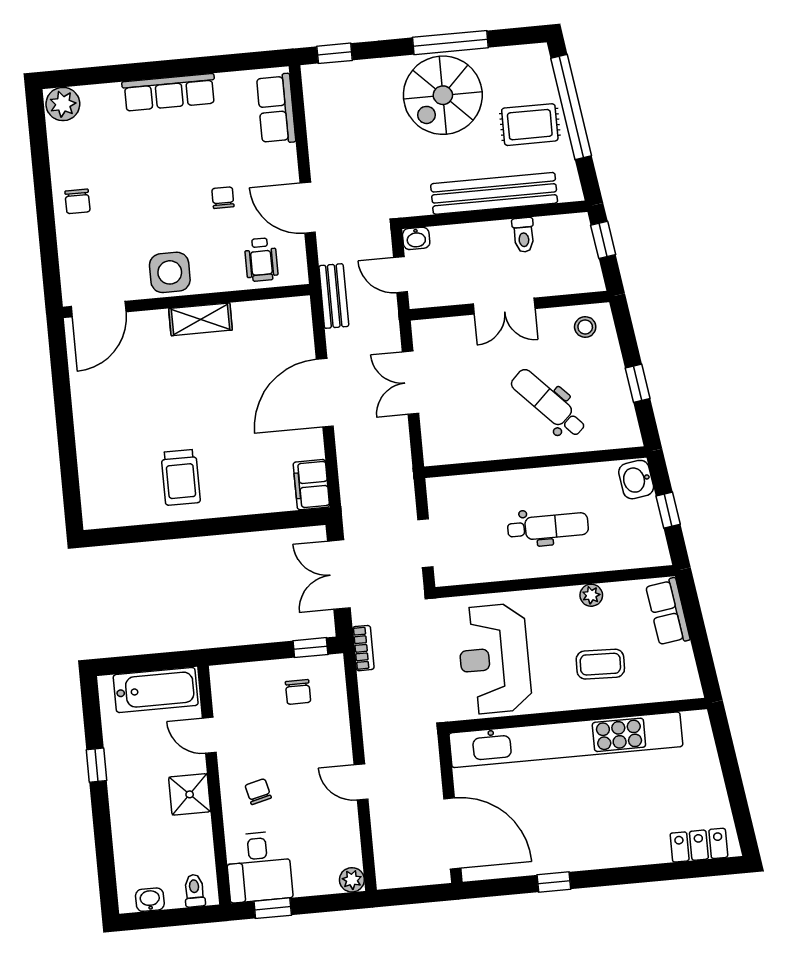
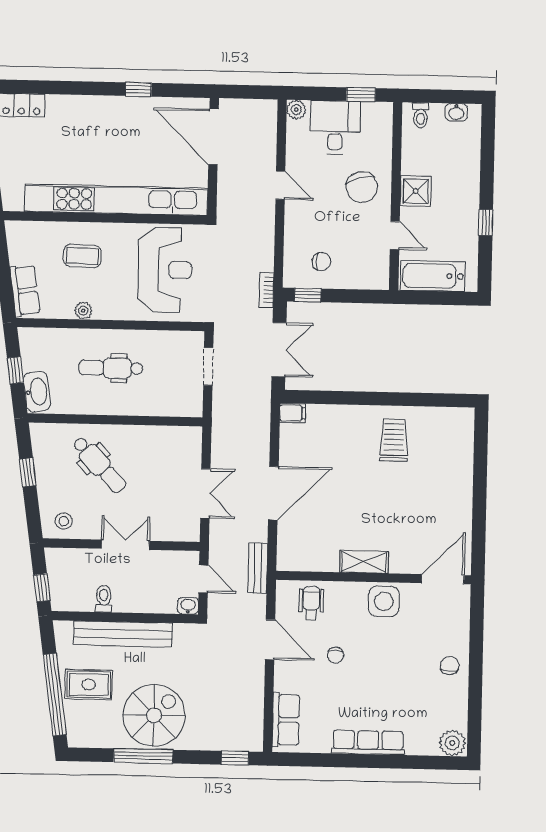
washbasin: (636, 480) -> (37, 392), width x1.38
filing cabinet: (311, 485) -> (292, 413), width x0.50
chair: (298, 692) -> (321, 261), turned 90
chair: (258, 792) -> (362, 187), width x1.87, depth x1.87
desk: (259, 867) -> (335, 127), moved

